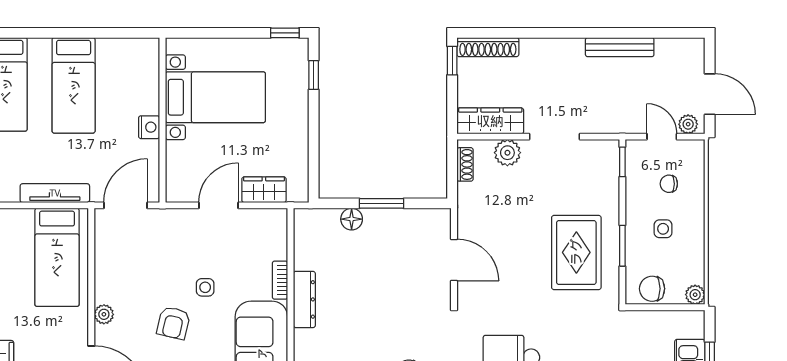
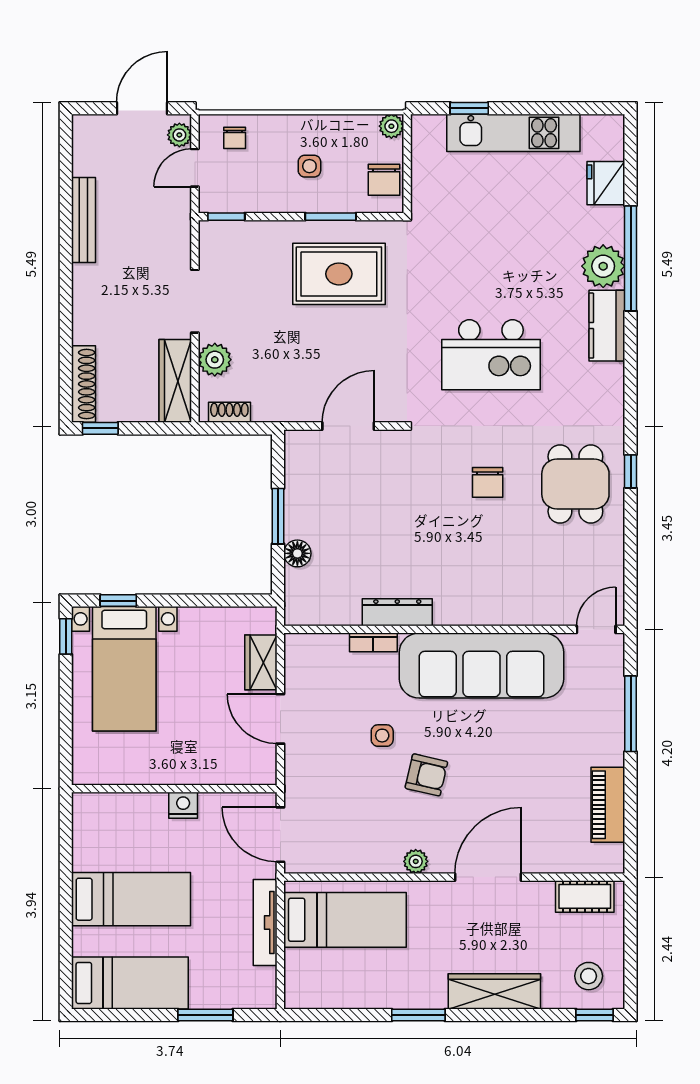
bed with nightstands: (215, 97) -> (124, 669), moved, turned 180
chair: (669, 184) -> (235, 138), moved

